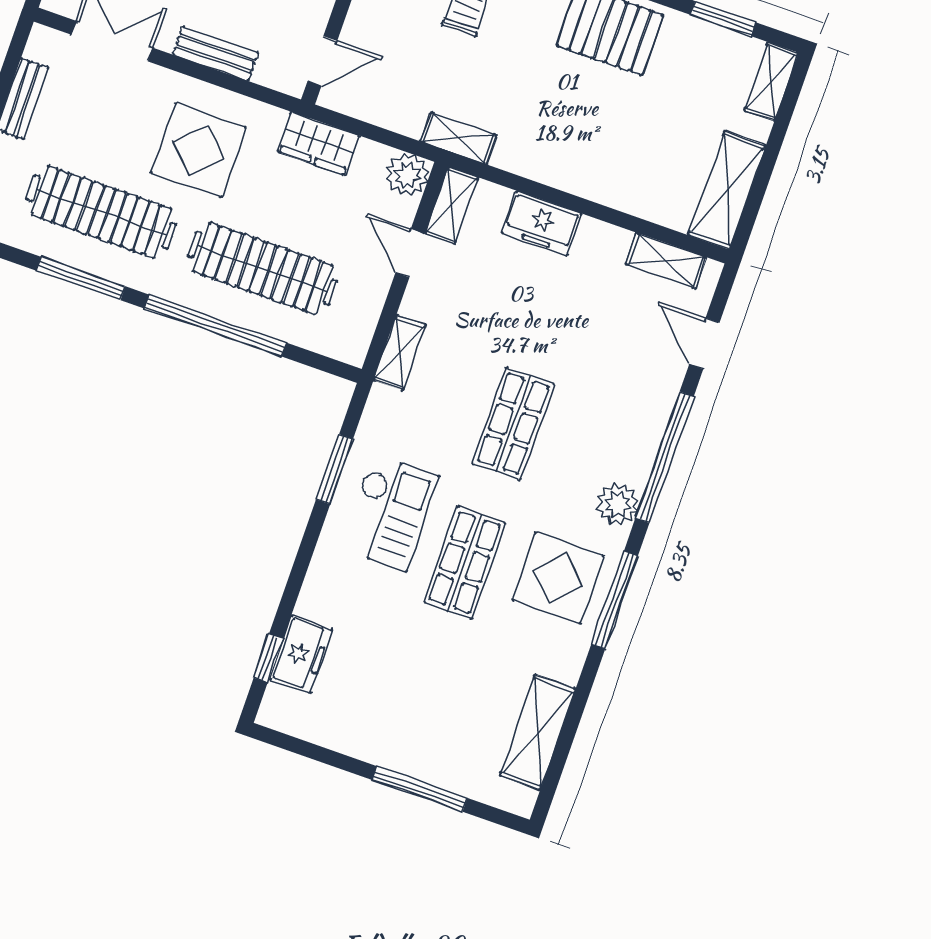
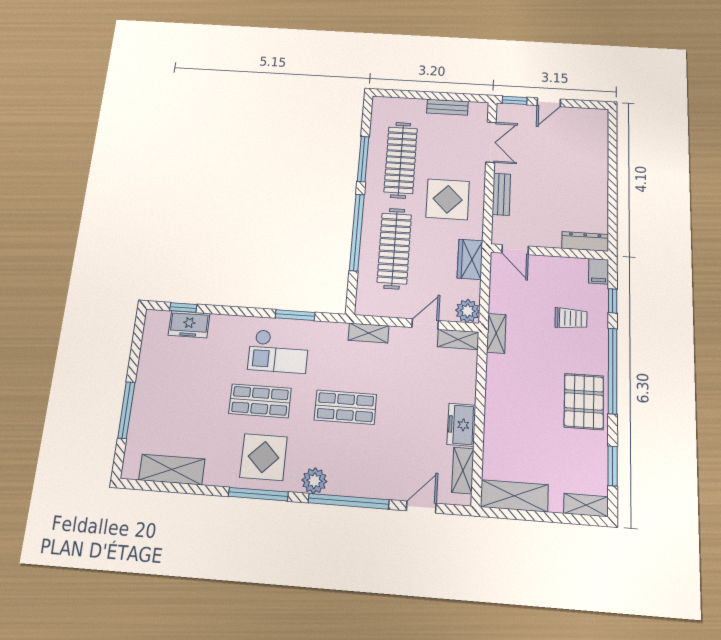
freezer: (542, 223) -> (461, 425), moved

